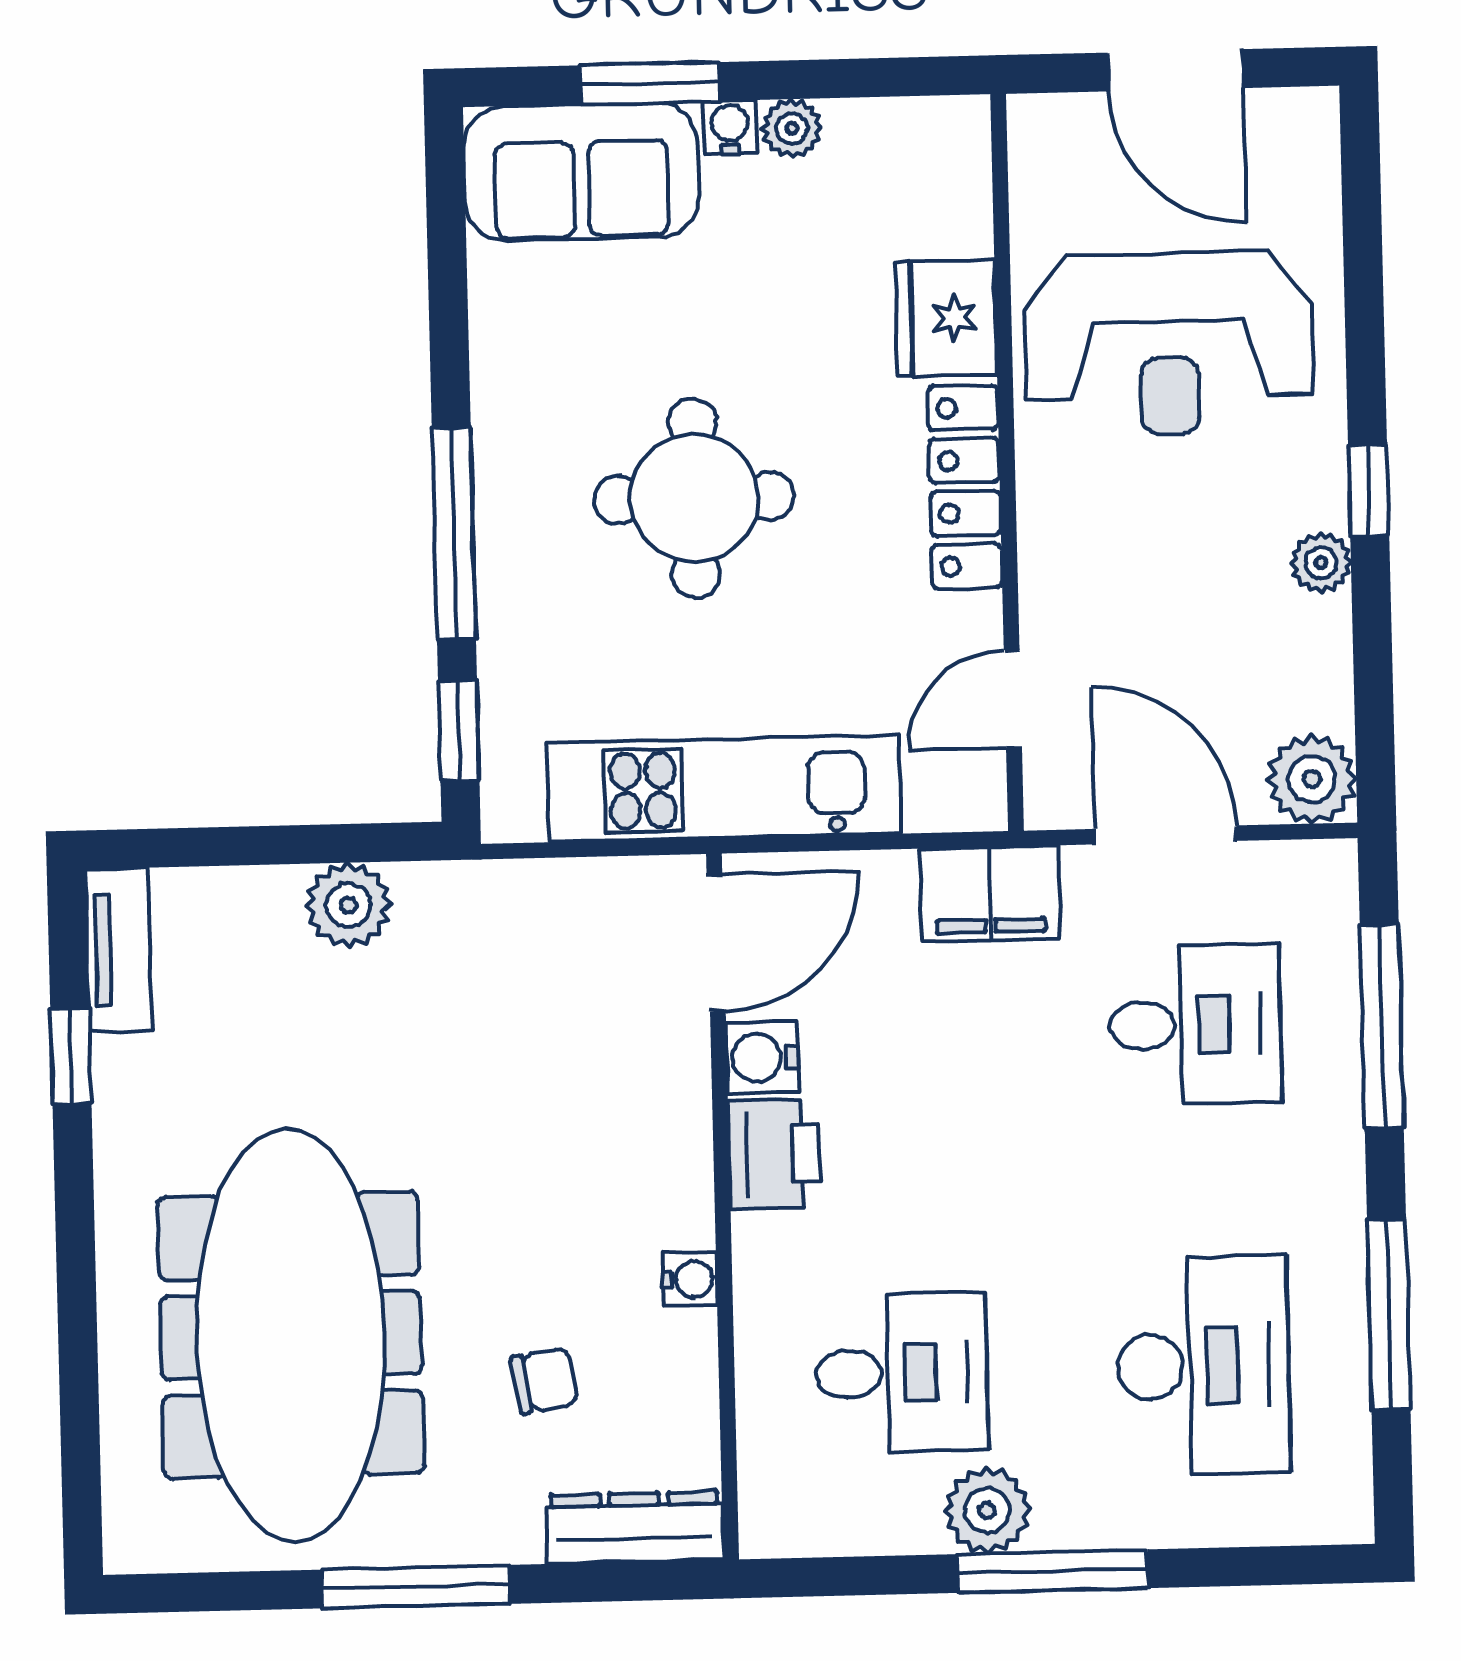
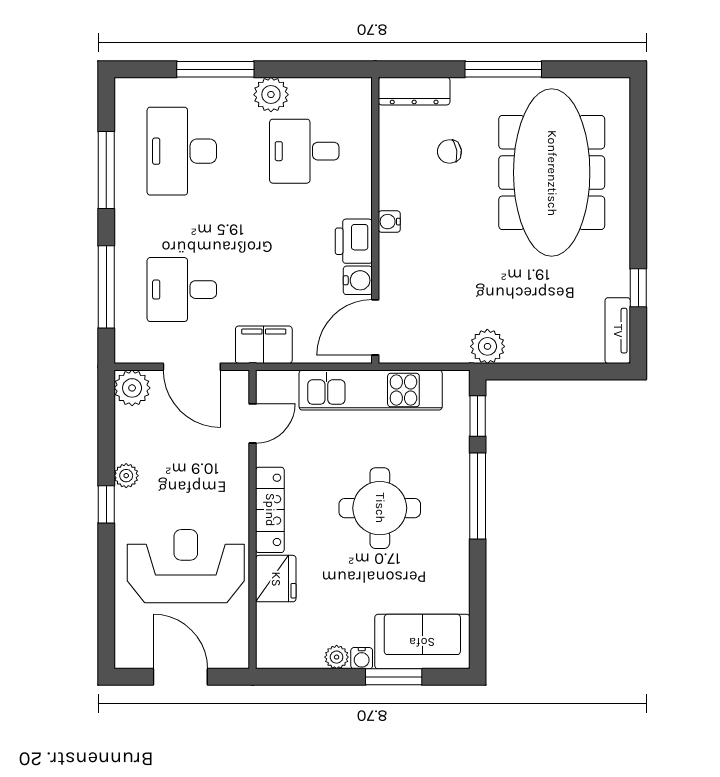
plant: (348, 905) -> (487, 346), moved
water cooler: (690, 1279) -> (389, 222), moved
window: (1053, 1571) -> (215, 69), moved

